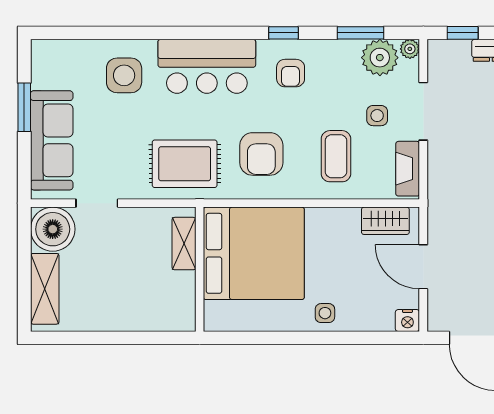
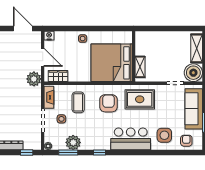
plant: (380, 58) -> (73, 142), moved
armchair: (291, 73) -> (186, 141), moved
plant: (445, 214) -> (34, 79), added

